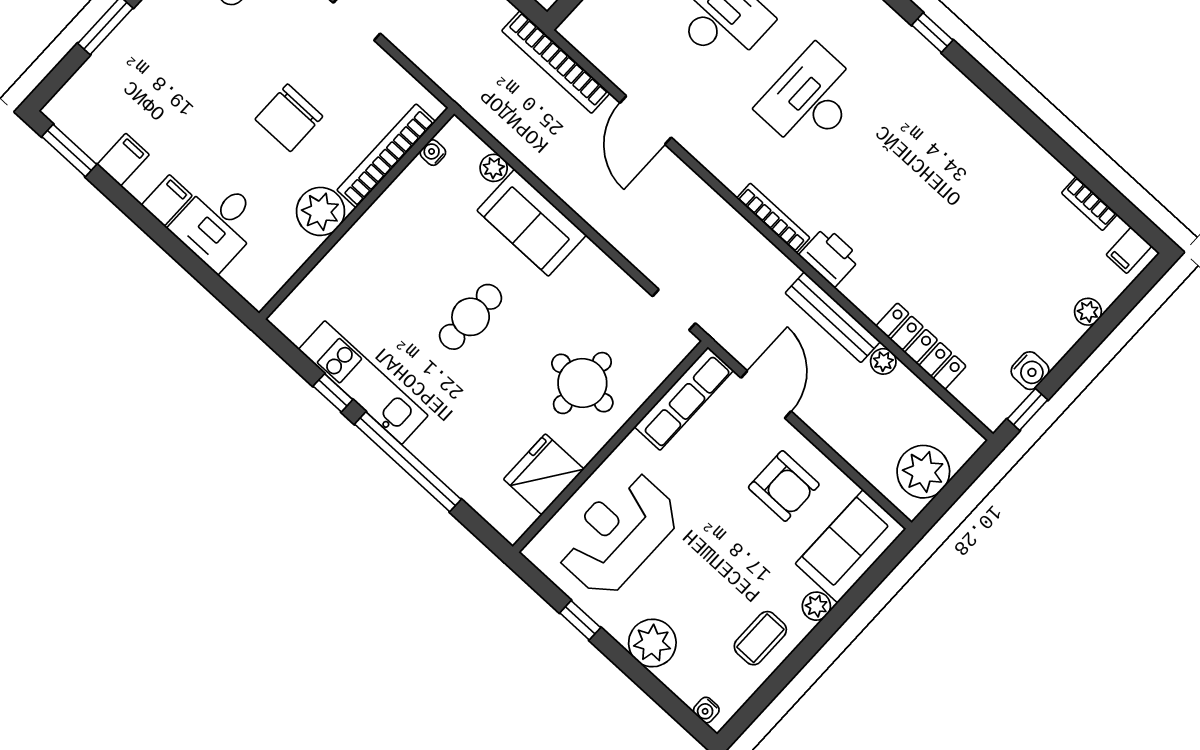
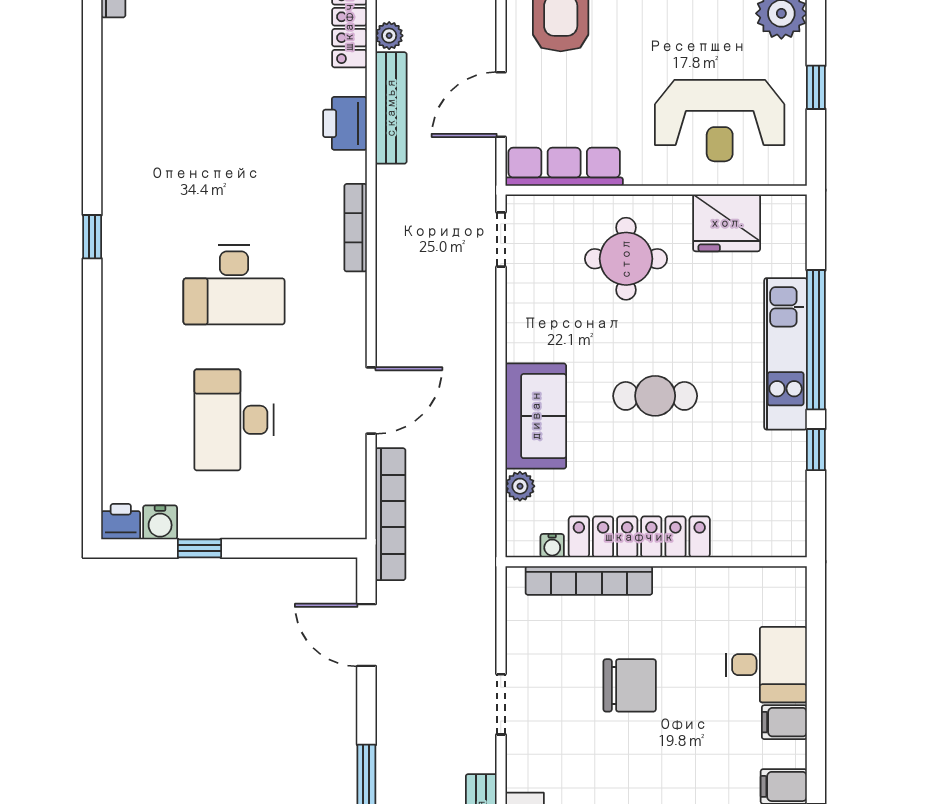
plant: (320, 211) -> (681, 592), removed
locker: (384, 218) -> (639, 537), added
printer: (830, 257) -> (345, 123), moved
kitchen unit: (363, 383) -> (786, 354), moved

